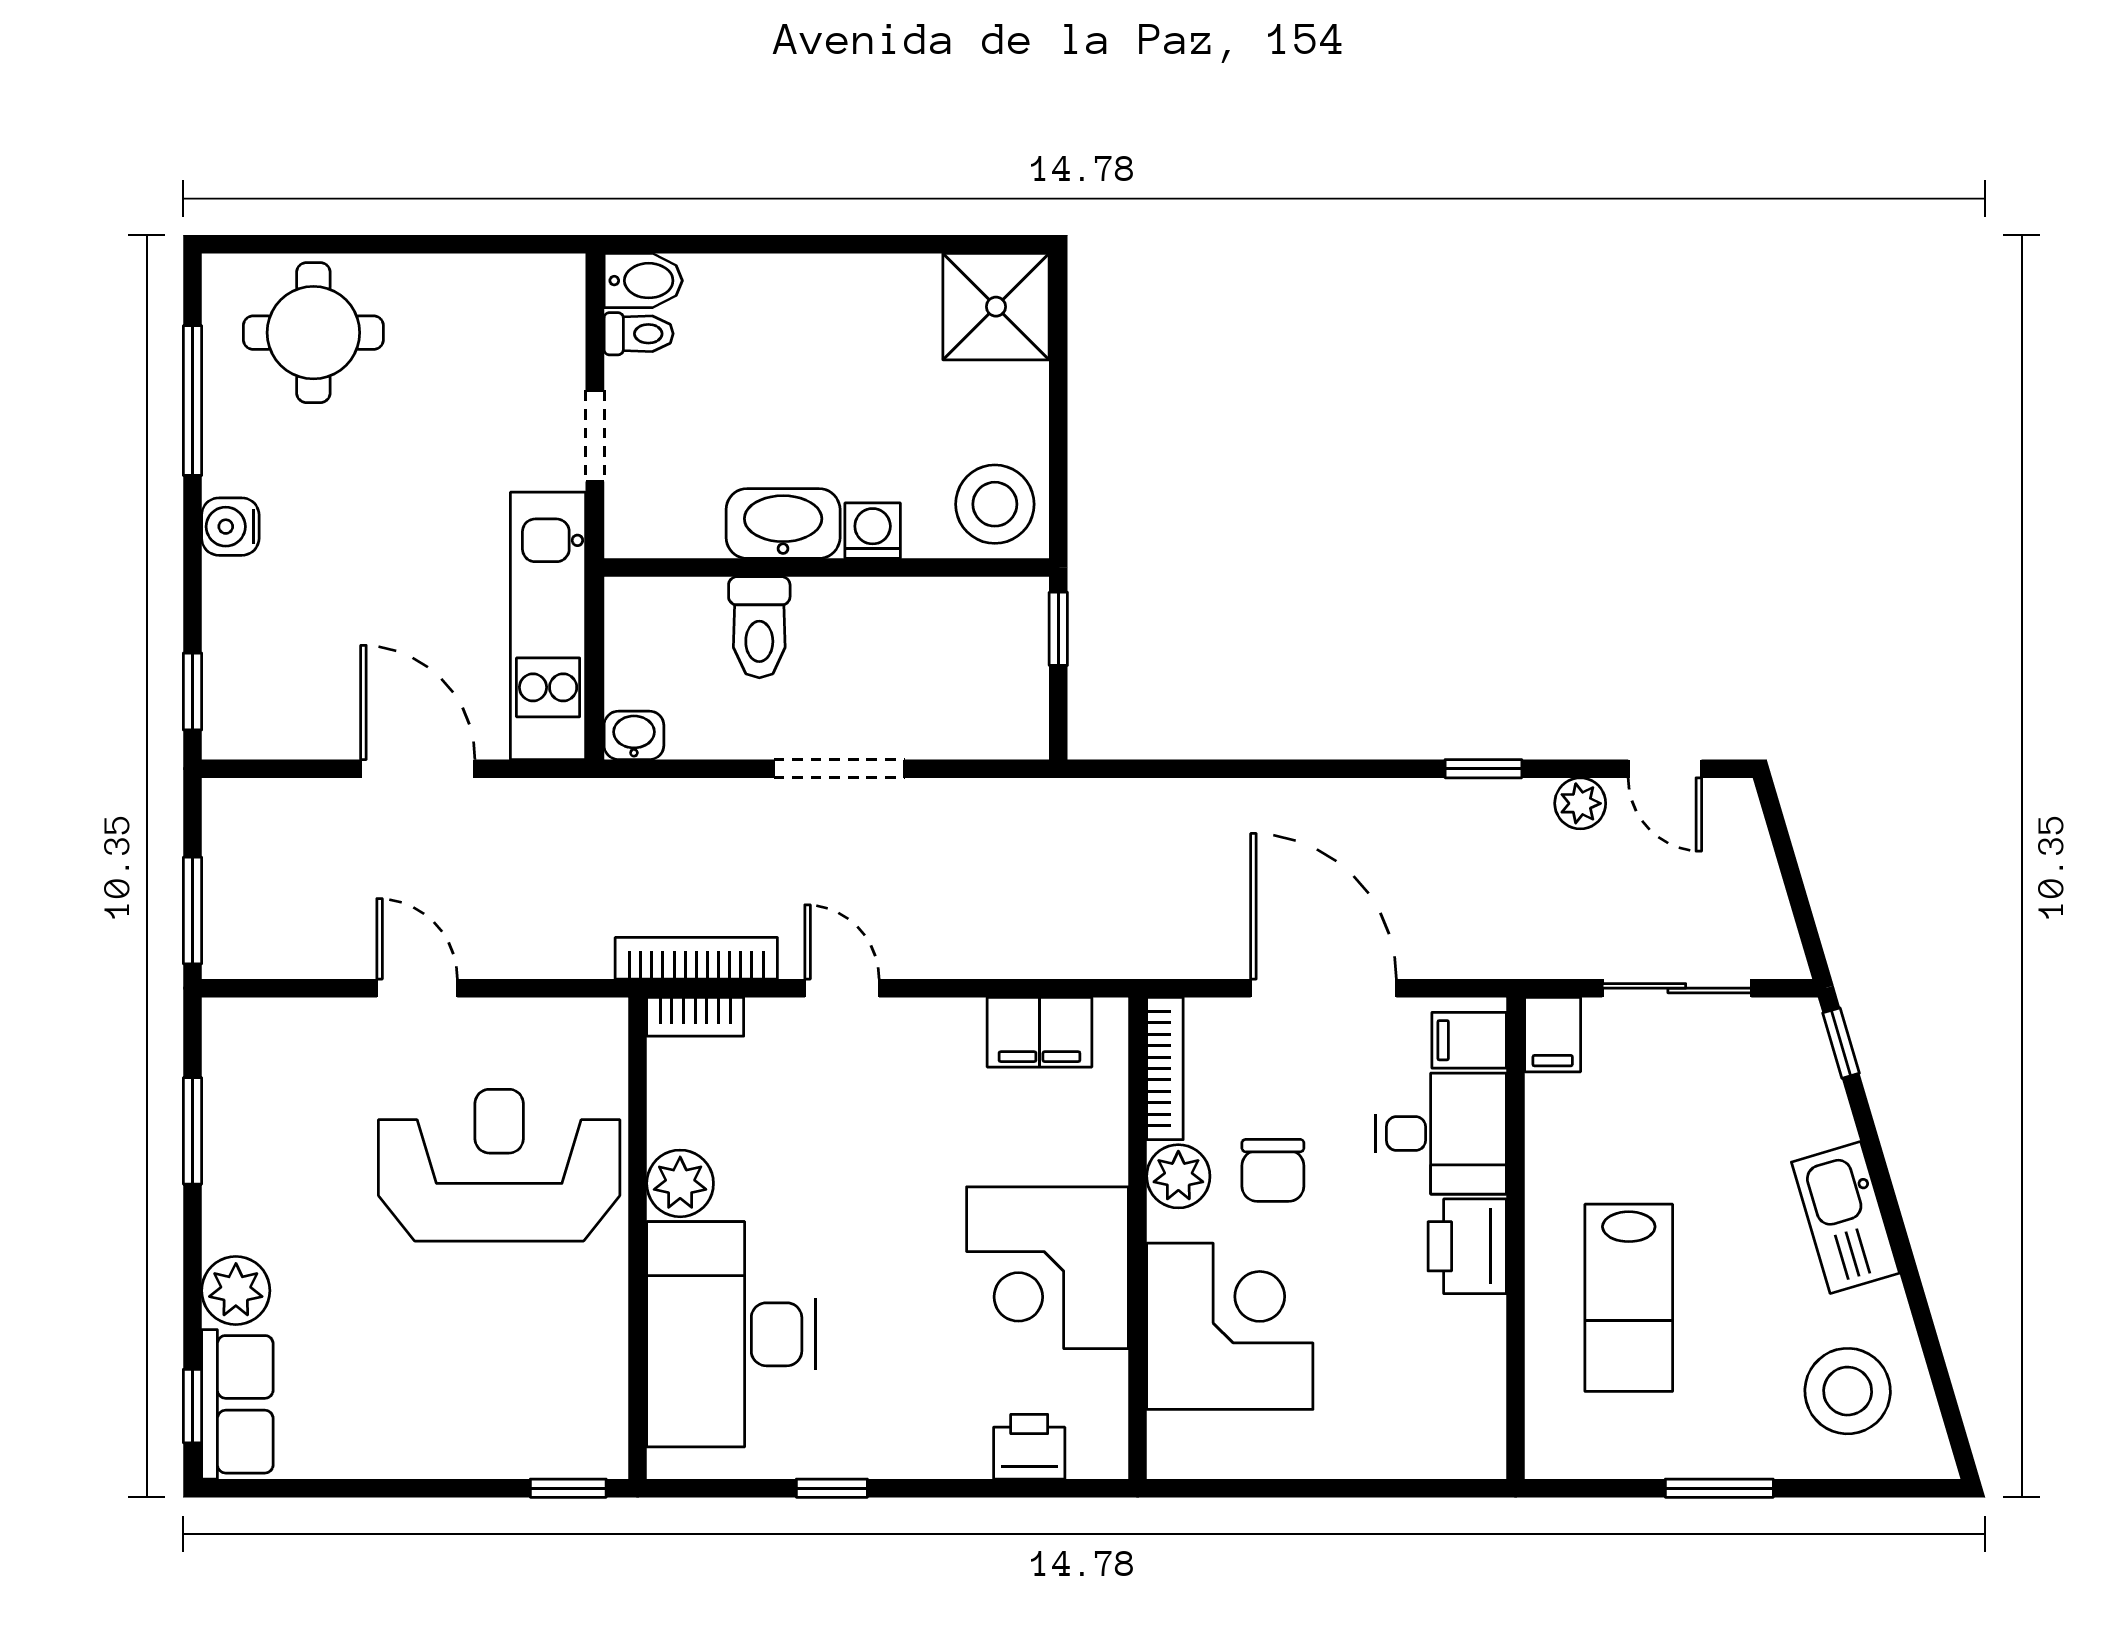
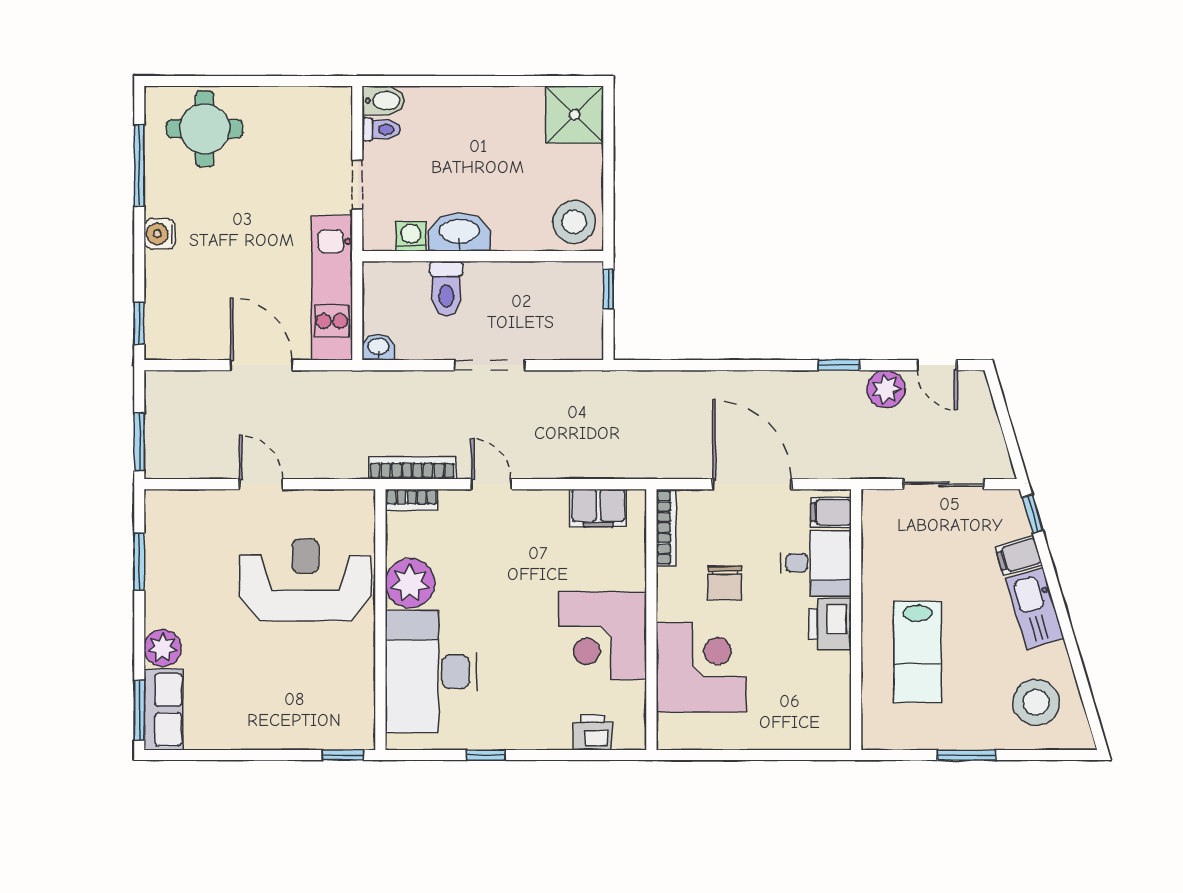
washing machine: (873, 531) -> (411, 236), moved
plant: (1580, 803) -> (886, 389), width x1.38, depth x1.38
filing cabinet: (1553, 1035) -> (1019, 556), moved, turned 74
plant: (1178, 1176) -> (673, 586), removed
plant: (680, 1183) -> (410, 583), width x1.36, depth x1.36
window: (192, 1406) -> (139, 710), width x1.50

